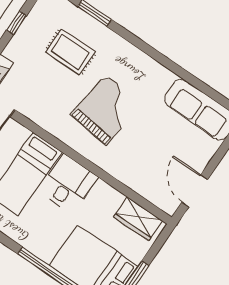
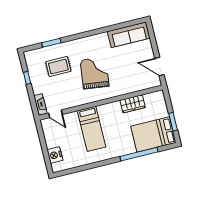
desk: (68, 184) -> (111, 115), removed
wardrobe: (138, 219) -> (133, 104), moved

